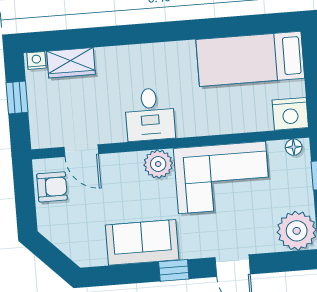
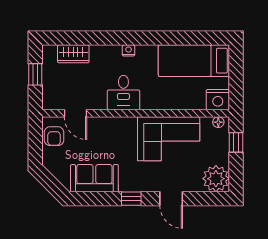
nightstand: (36, 60) -> (129, 50), moved
plant: (158, 164) -> (126, 126), removed
armchair: (52, 187) -> (54, 136), turned 90
sofa: (142, 242) -> (94, 178), moved

